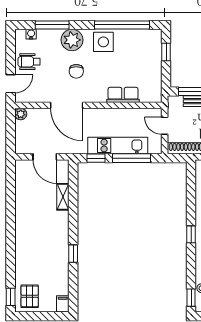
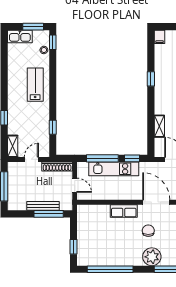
side table: (103, 42) -> (126, 255), removed
row of seats: (123, 95) -> (124, 211), moved
window: (191, 234) -> (53, 127), moved

